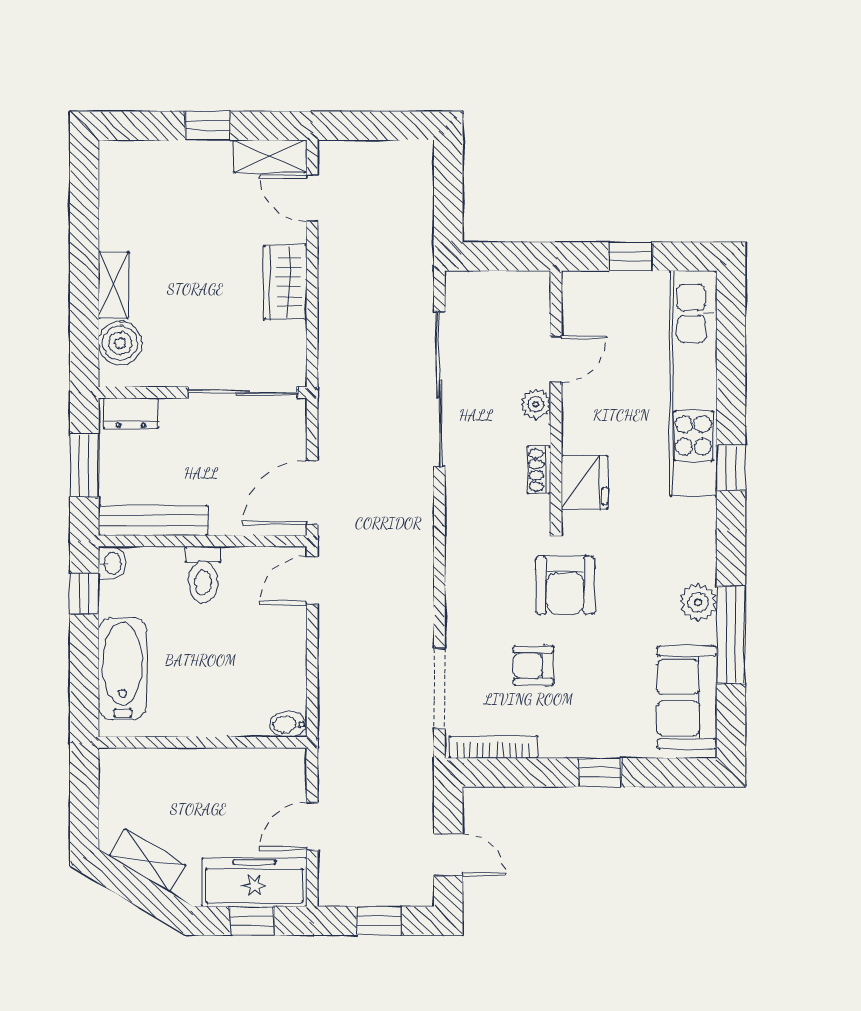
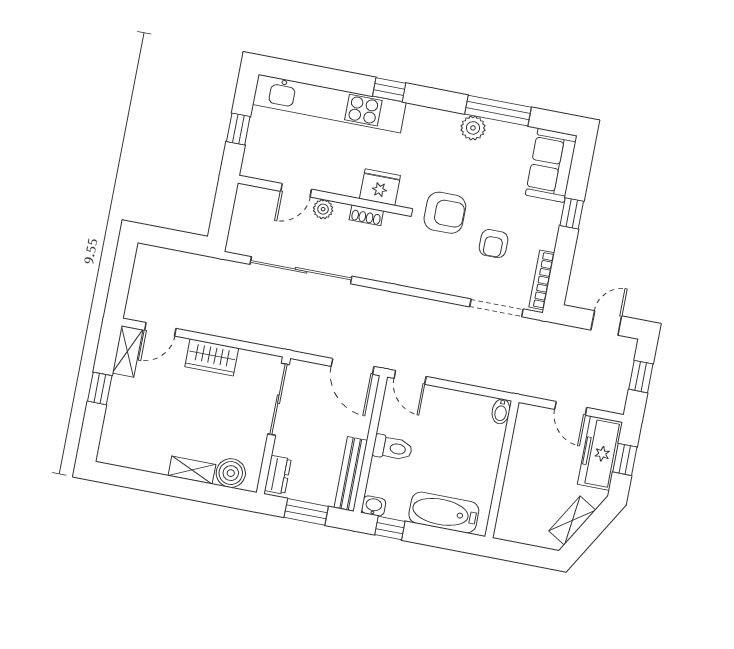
door: (556, 359) -> (296, 190), swing flipped
sofa: (687, 697) -> (551, 165), moved, turned 90

